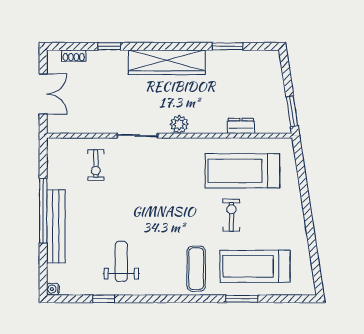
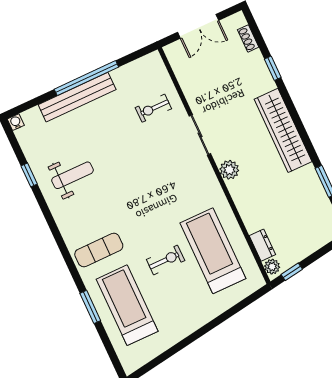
window: (292, 111) -> (292, 272), width x0.67
dresser: (241, 126) -> (262, 245), moved
plant: (280, 126) -> (272, 267), added

